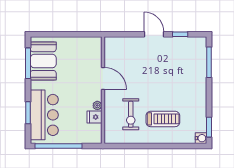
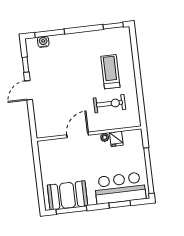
water cooler: (201, 138) -> (43, 42), moved

